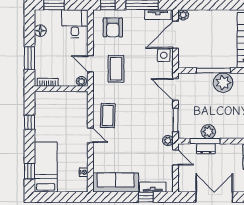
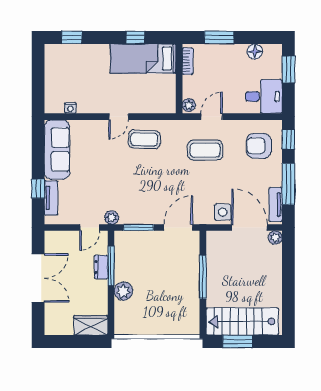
plant: (223, 83) -> (187, 289), removed
plant: (208, 132) -> (123, 291), moved
bed: (46, 167) -> (143, 59), moved, turned 180

